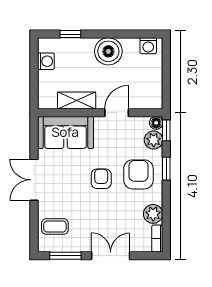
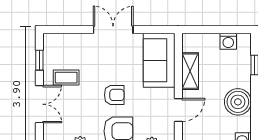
door: (117, 113) -> (178, 110), hinge flipped
coffee table: (55, 227) -> (66, 78), moved, turned 90
window: (65, 256) -> (39, 60), width x0.67

